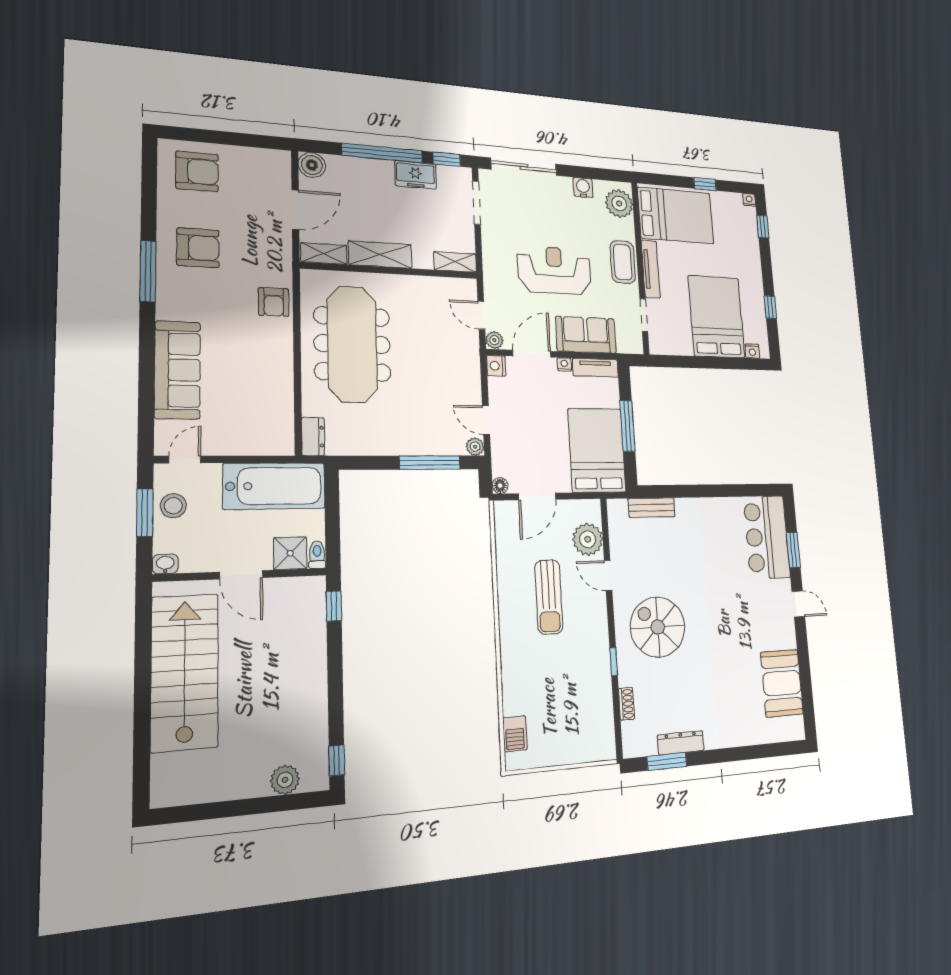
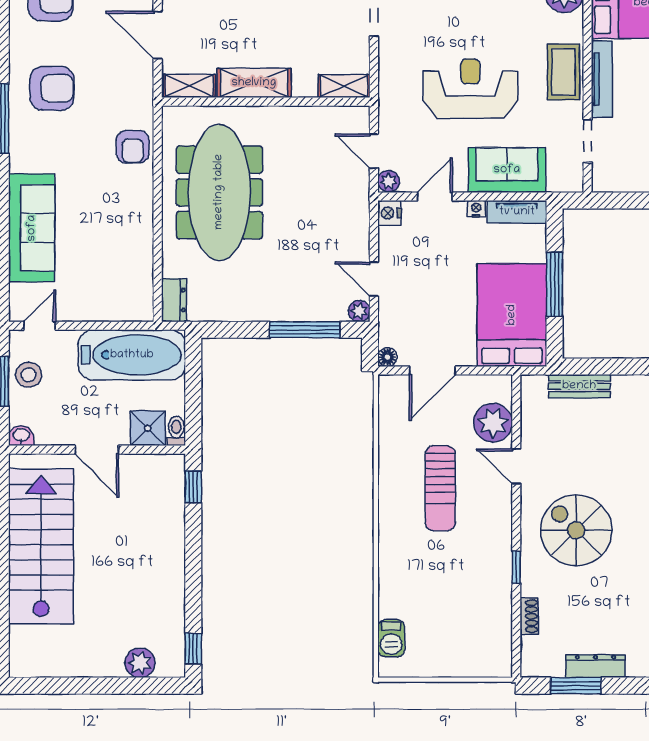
door: (295, 210) -> (158, 35), swing flipped
door: (532, 354) -> (435, 196), width x0.73

